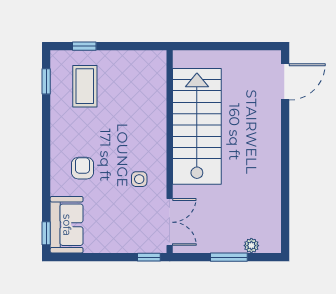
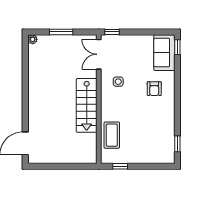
window: (84, 46) -> (120, 166), moved
coffee table: (85, 86) -> (112, 135), moved
stairs: (197, 126) -> (87, 105), width x0.73, depth x0.66
plant: (251, 246) -> (33, 39), moved

